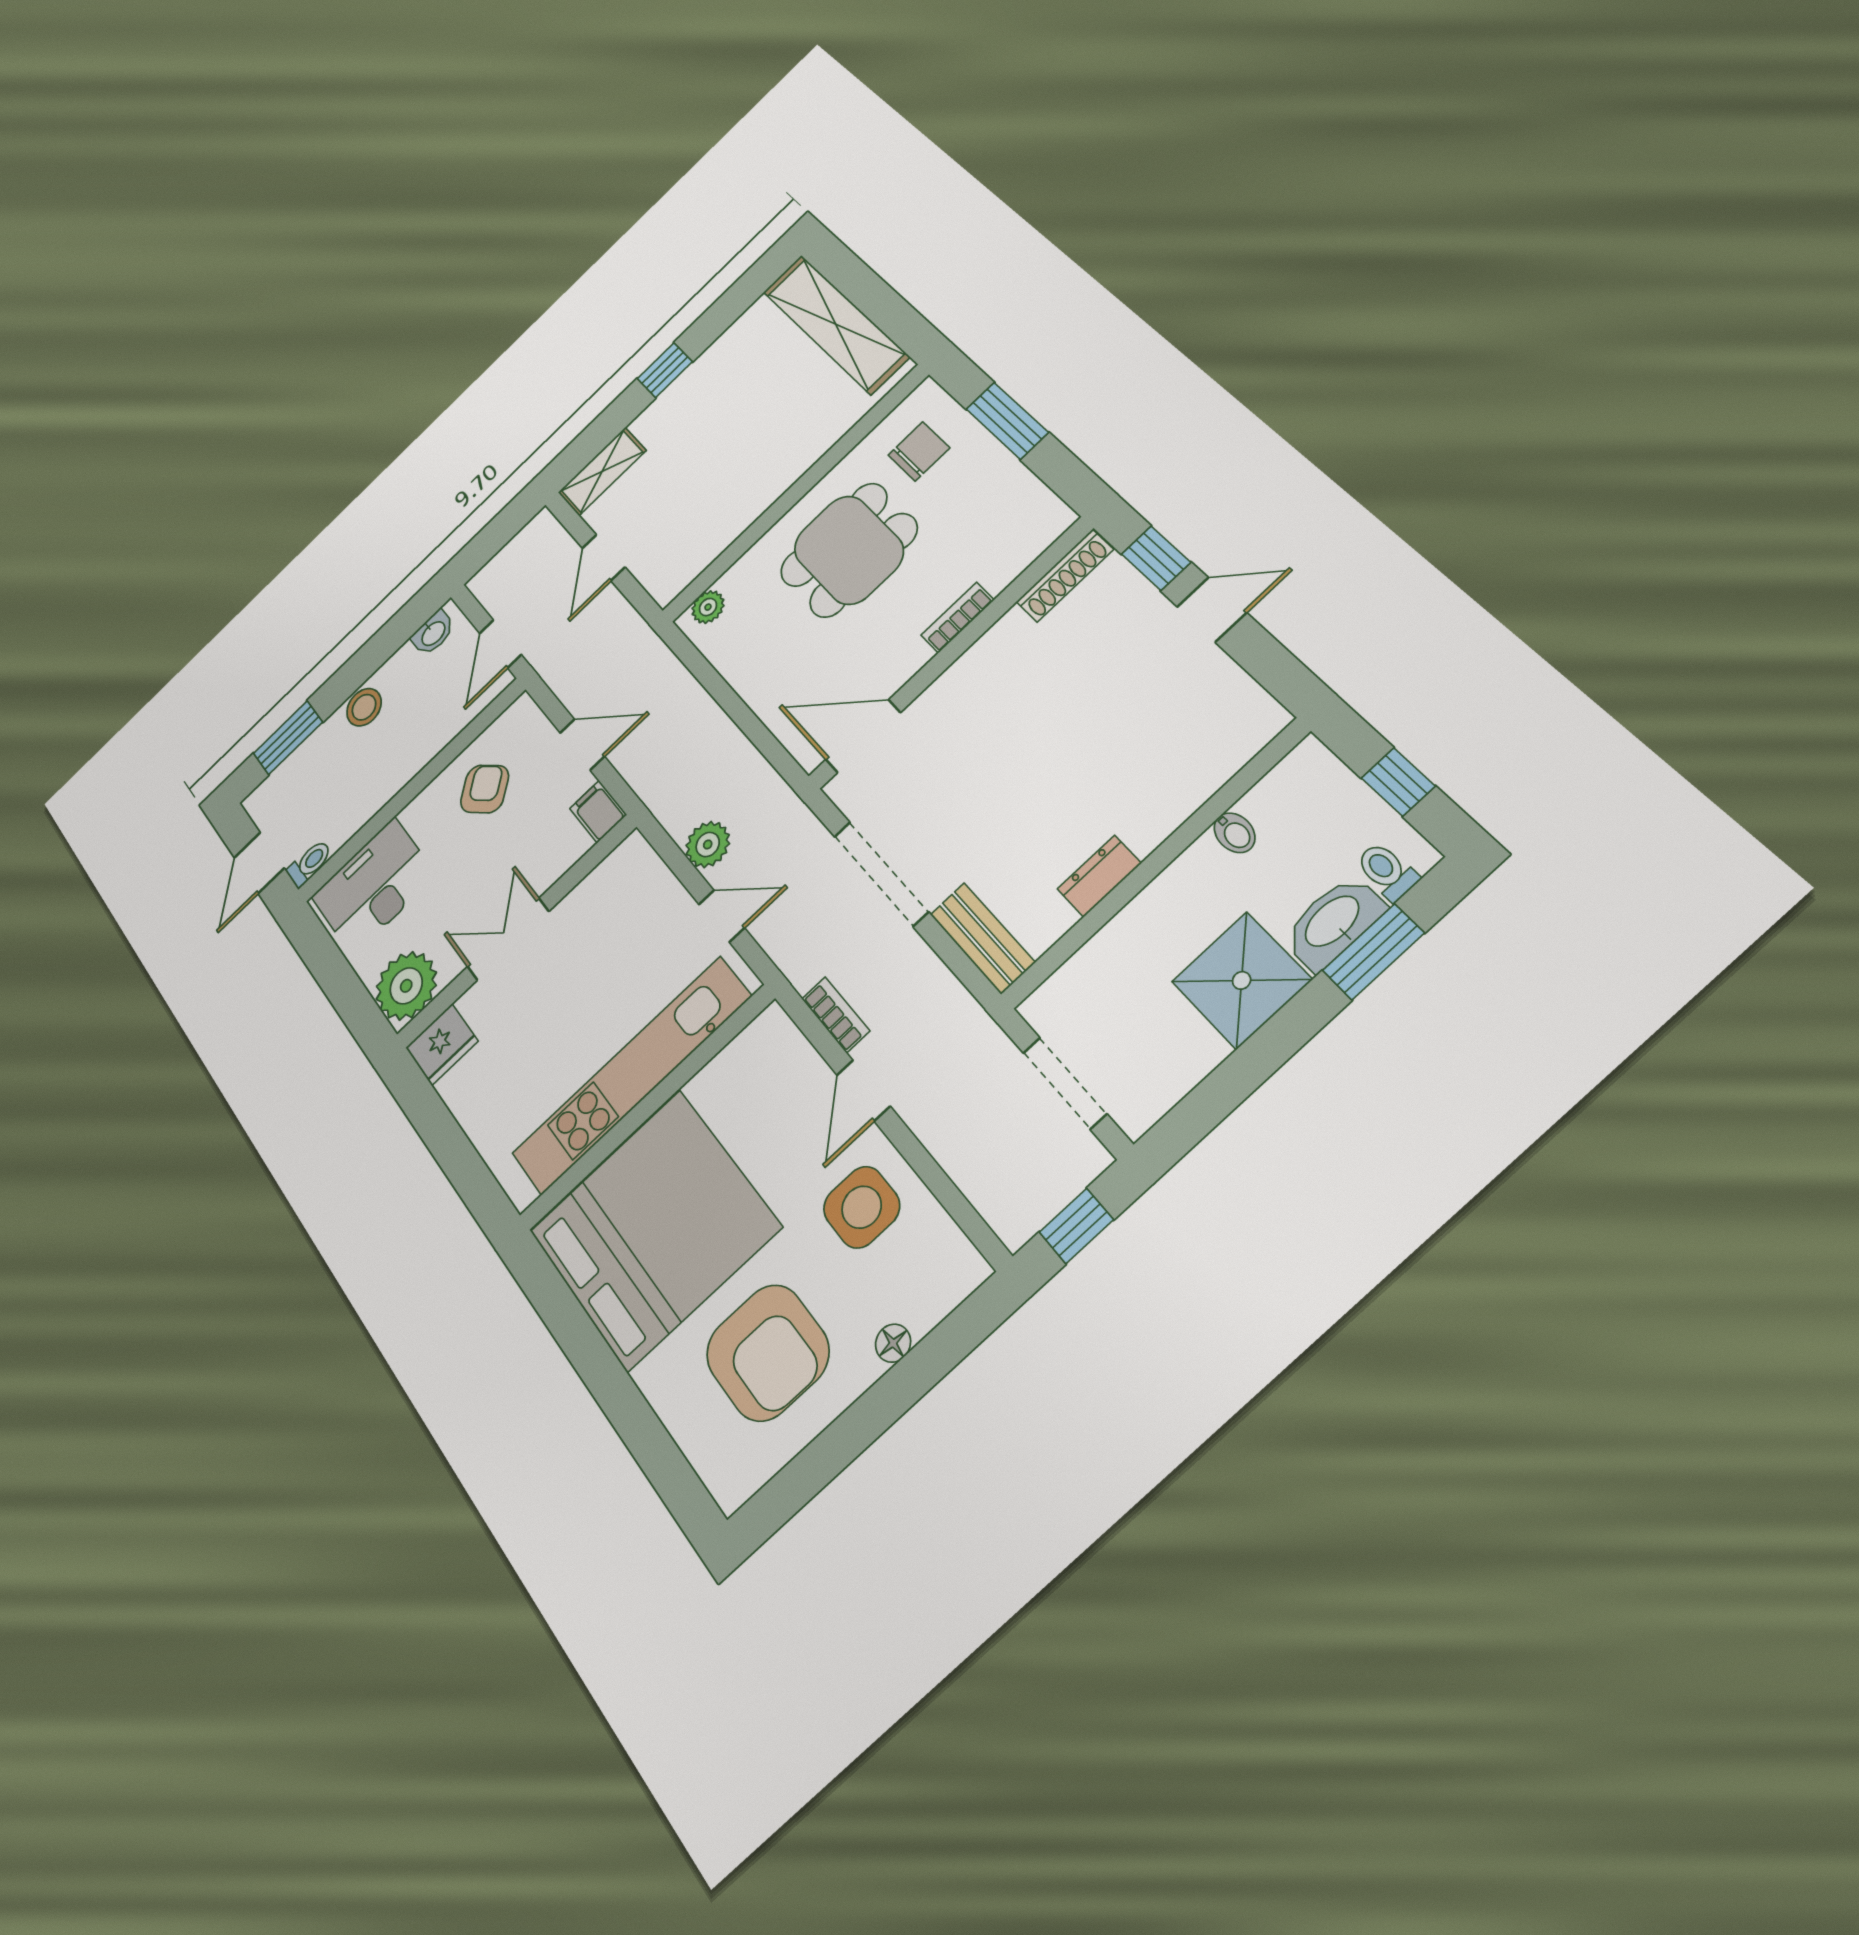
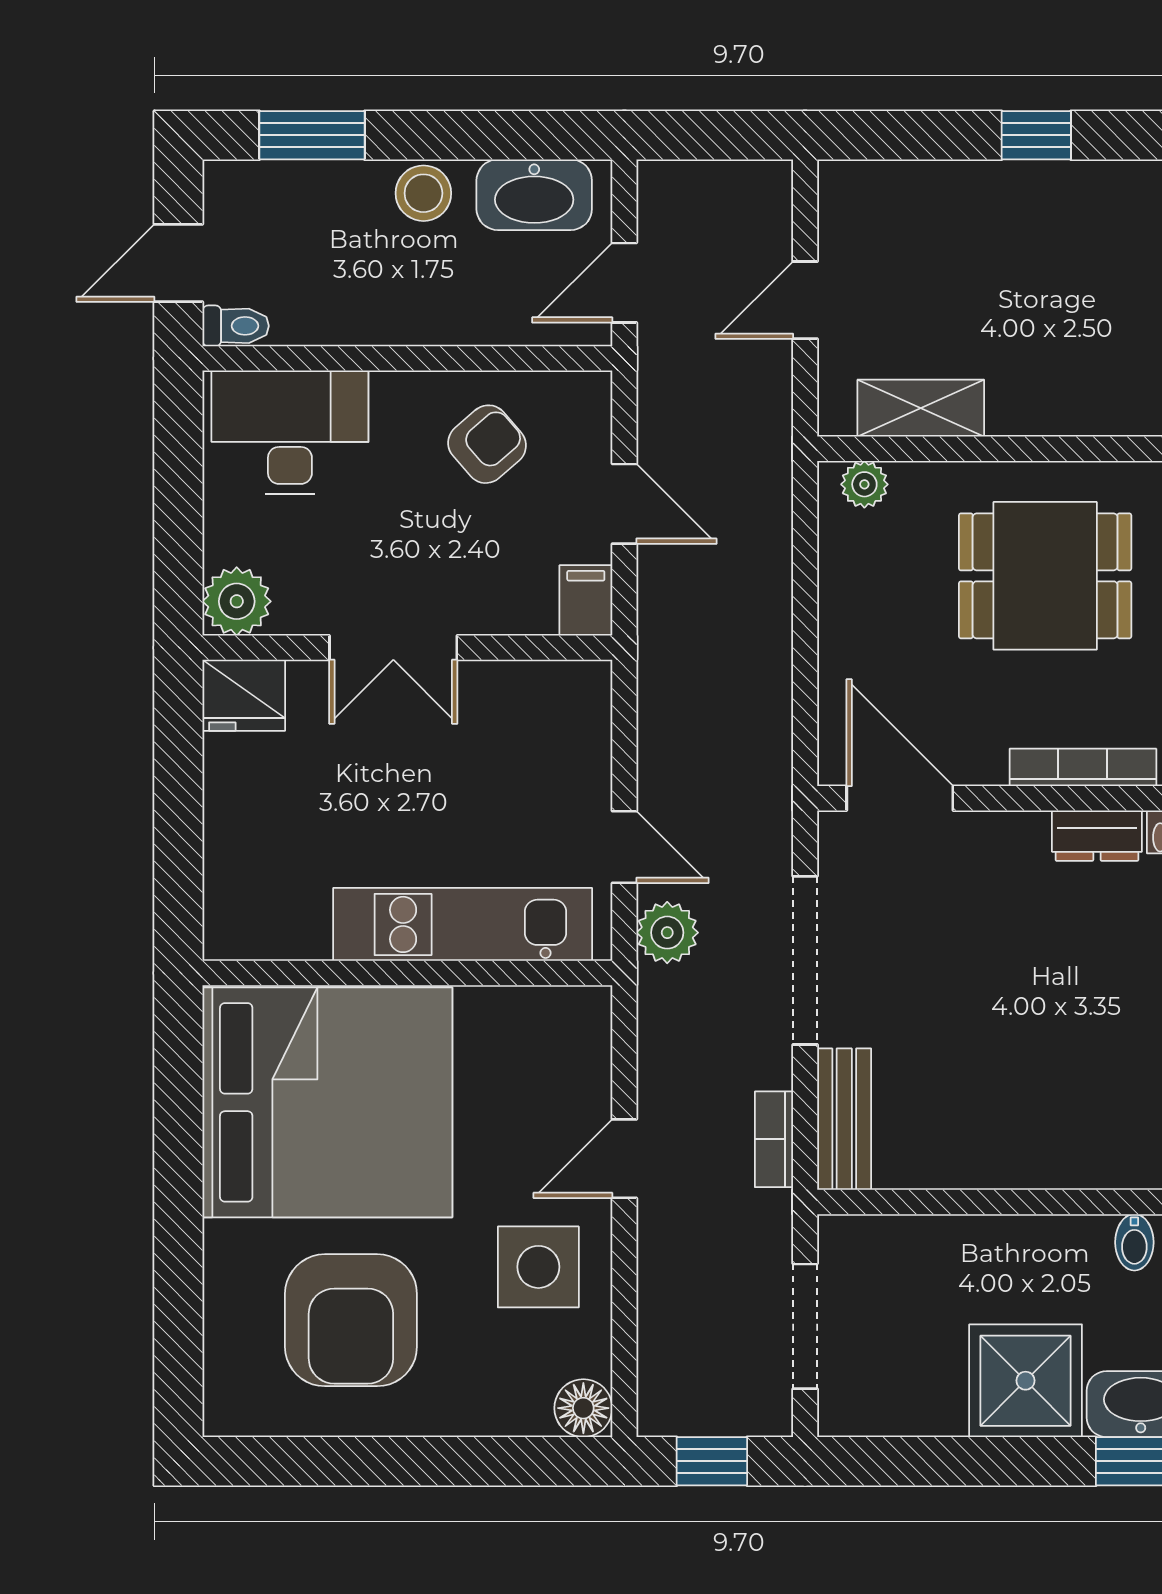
shelving: (602, 471) -> (921, 408), moved
bookcase: (957, 618) -> (1083, 767), width x1.56
washbasin: (433, 633) -> (534, 195), width x1.91, depth x1.45
plant: (708, 845) -> (667, 933), moved
dresser: (1099, 876) -> (1097, 836), moved, turned 180
double door: (508, 939) -> (393, 648), swing flipped
plant: (406, 986) -> (237, 601), width x0.73, depth x0.73
bookcase: (836, 1015) -> (774, 1139), moved, turned 180
kitchen unit: (631, 1075) -> (463, 924), width x0.73
floor lamp: (893, 1343) -> (583, 1408), moved, width x1.37, depth x1.37

